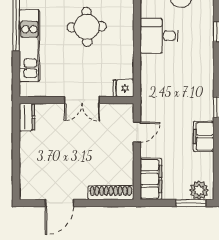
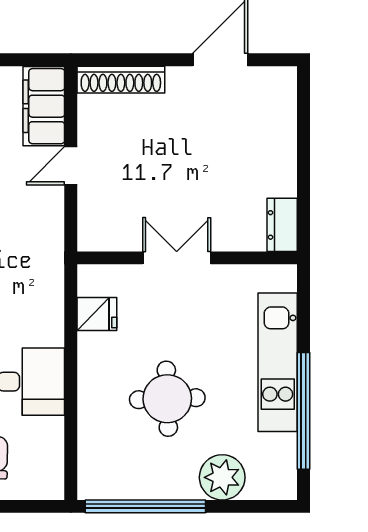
fridge: (123, 88) -> (97, 314), moved
door: (137, 132) -> (71, 166), moved

